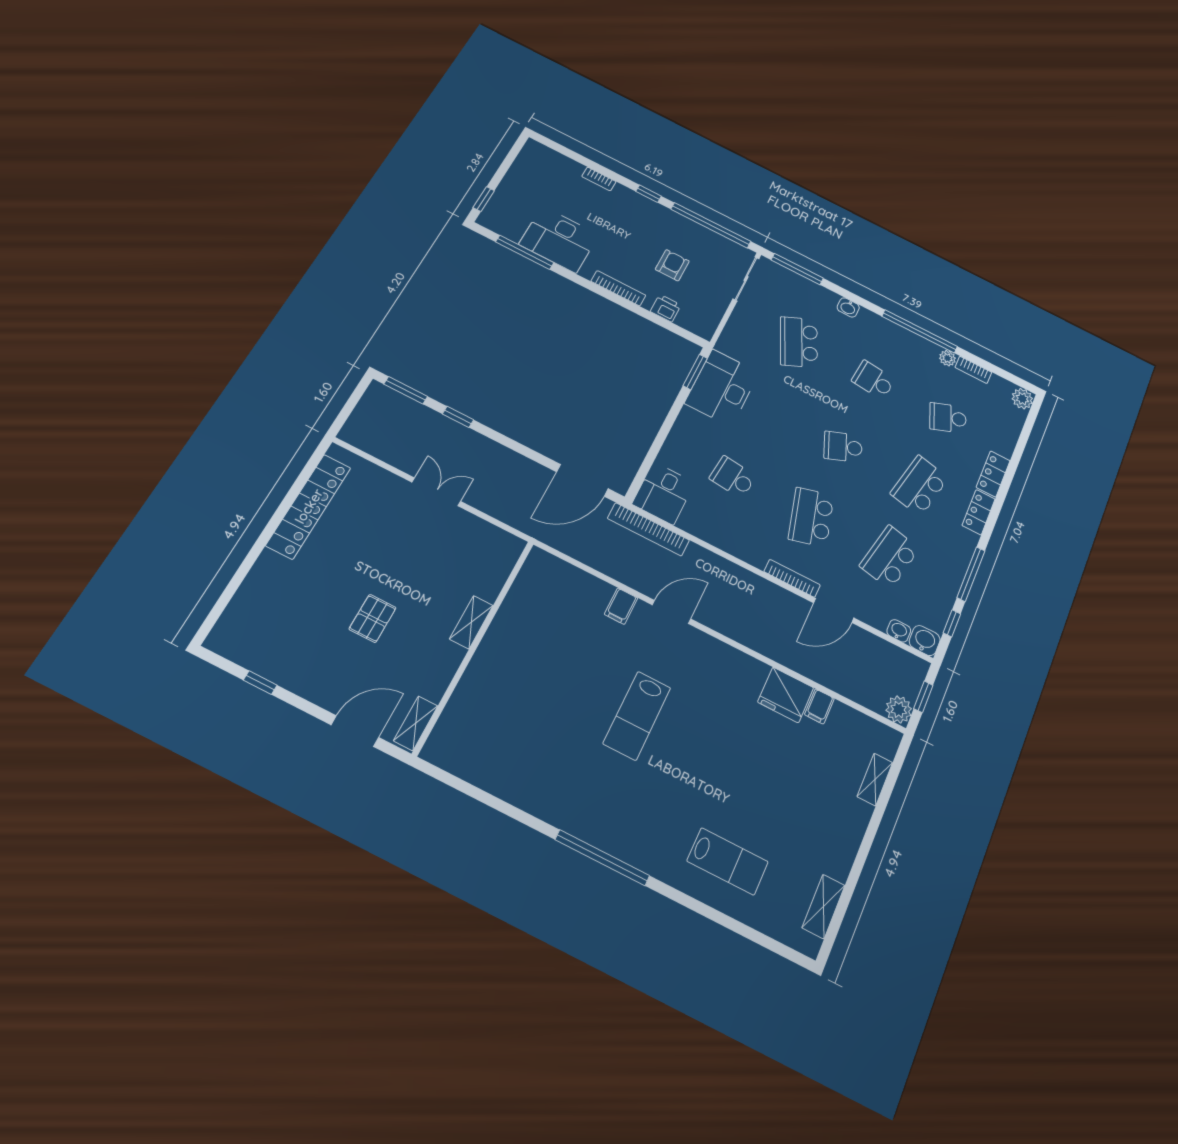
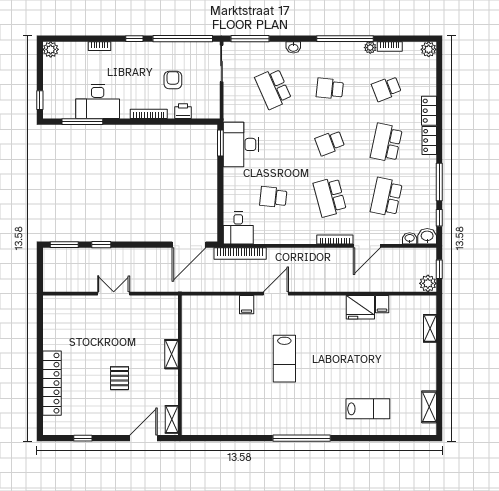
plant: (534, 151) -> (51, 49), added
locker: (309, 506) -> (52, 383), moved

